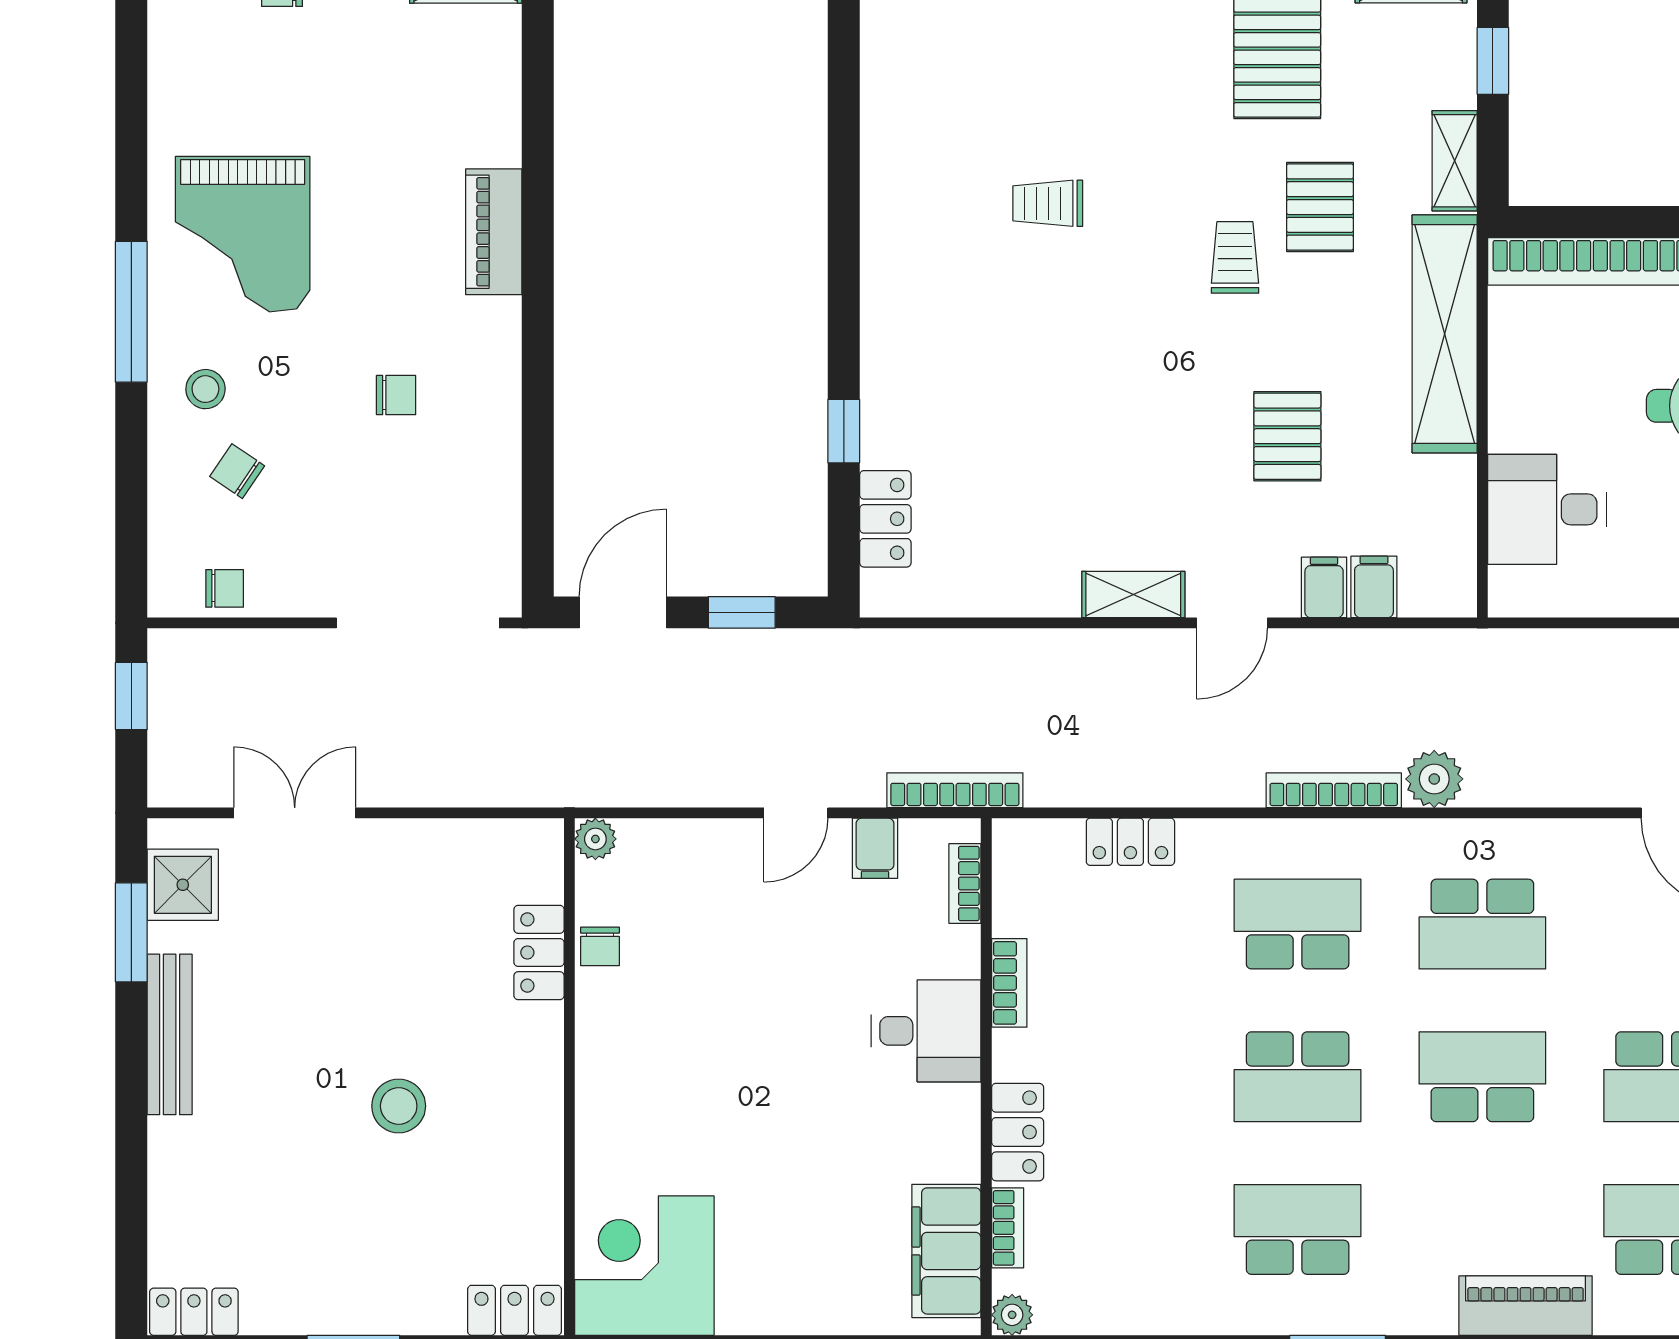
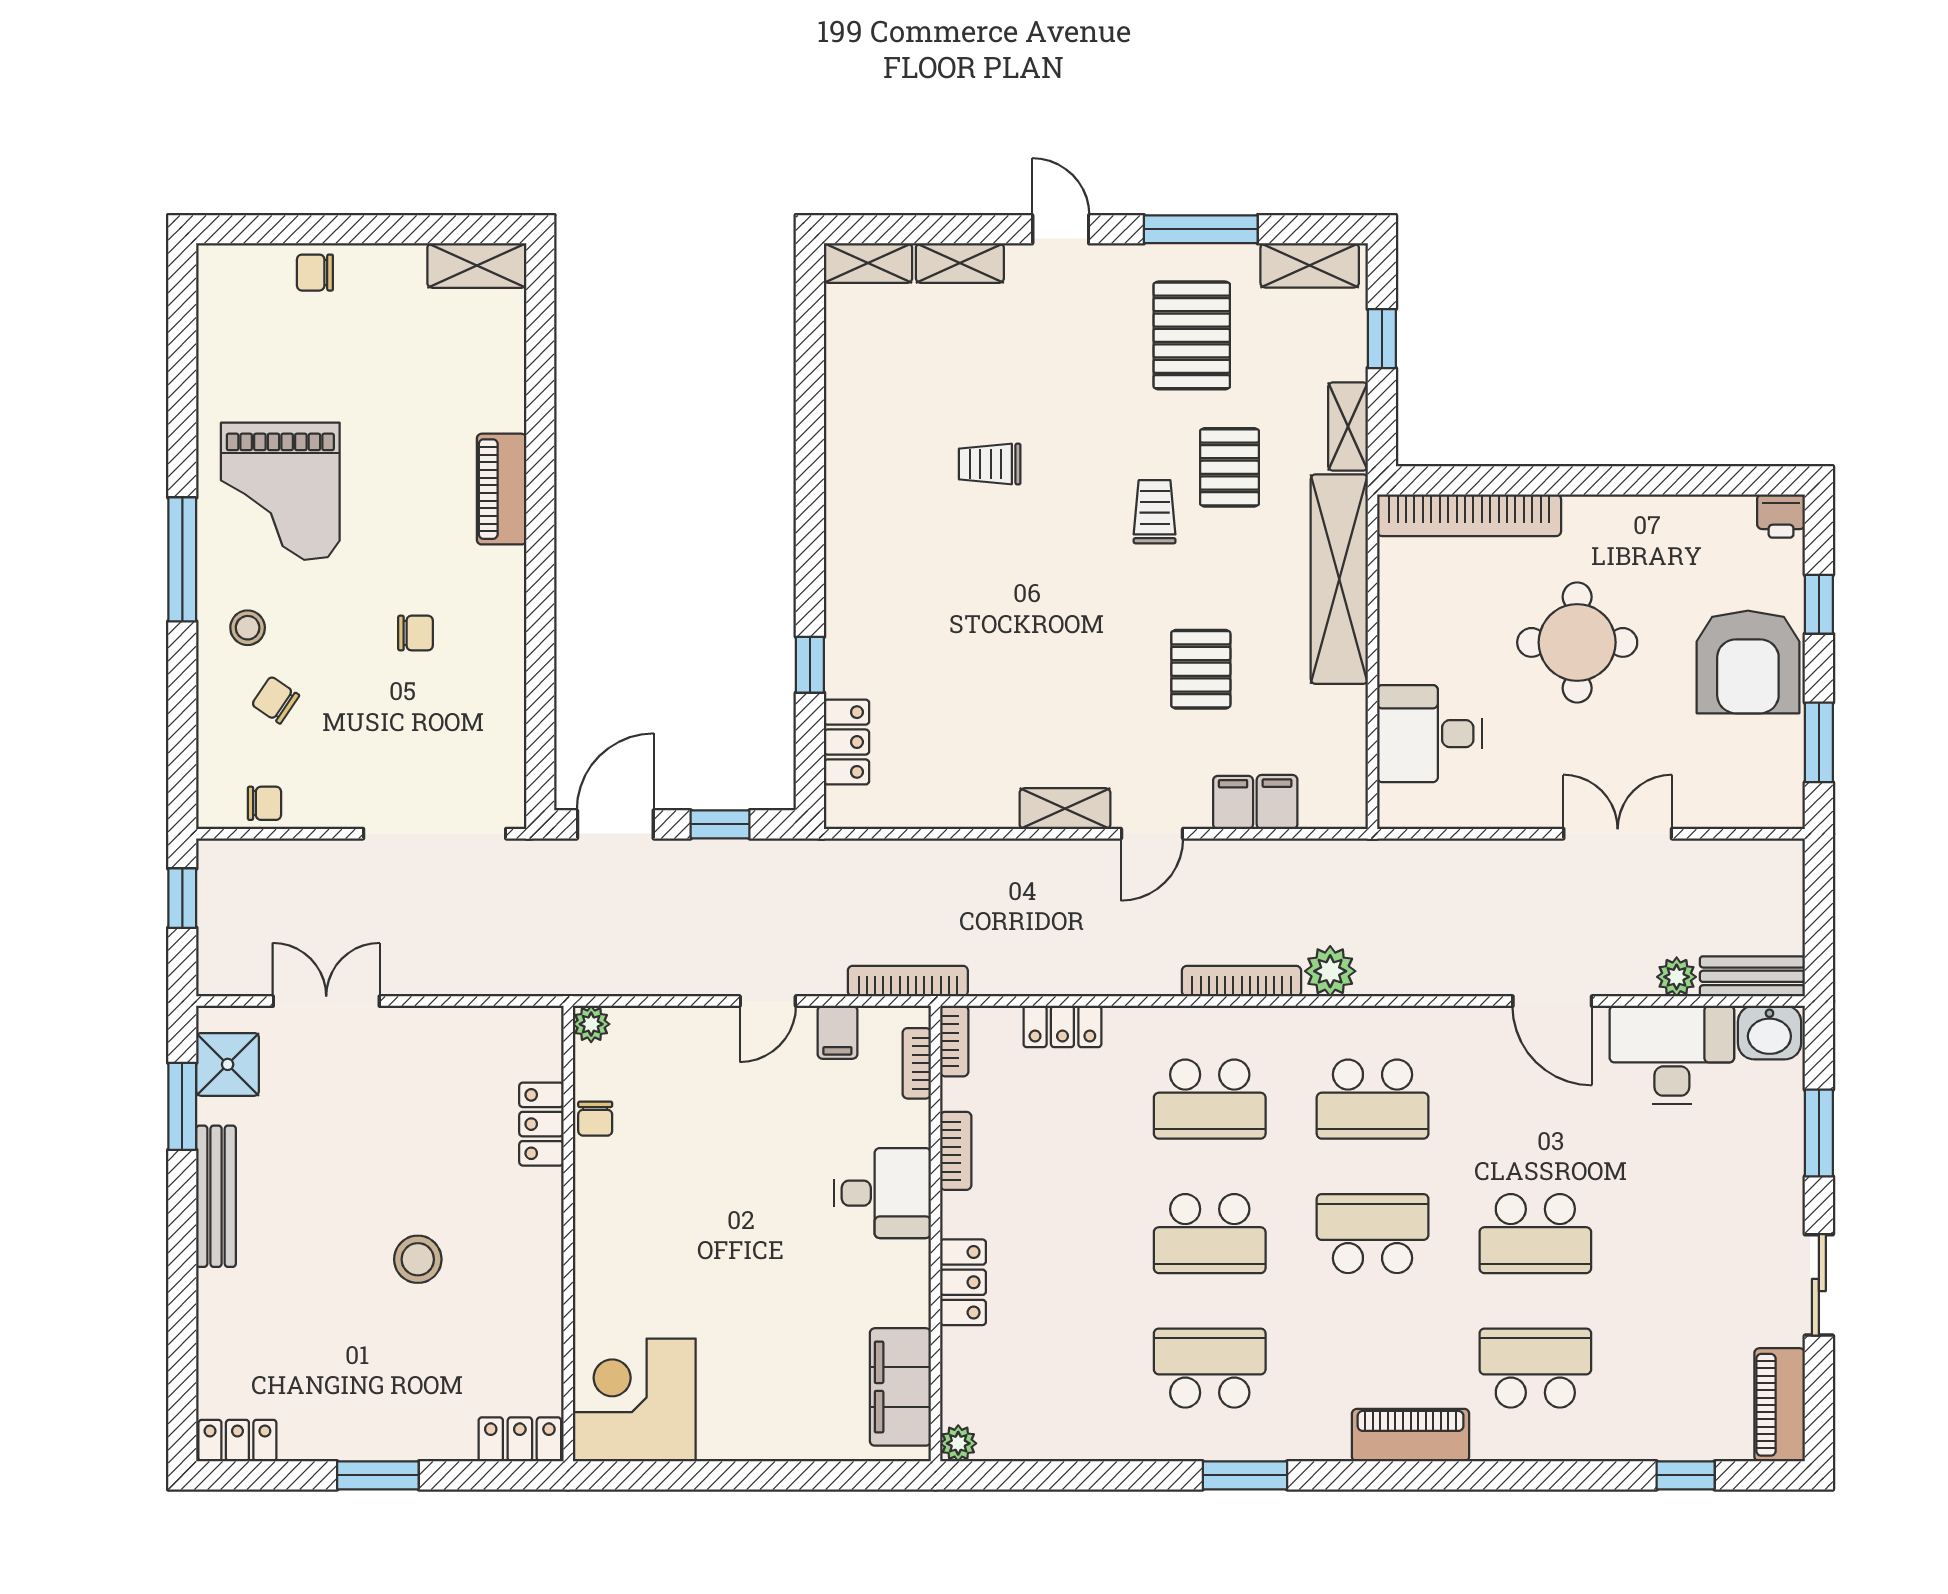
school desk: (1298, 924) -> (1210, 1099), turned 180
bookcase: (1008, 1228) -> (954, 1041), moved

